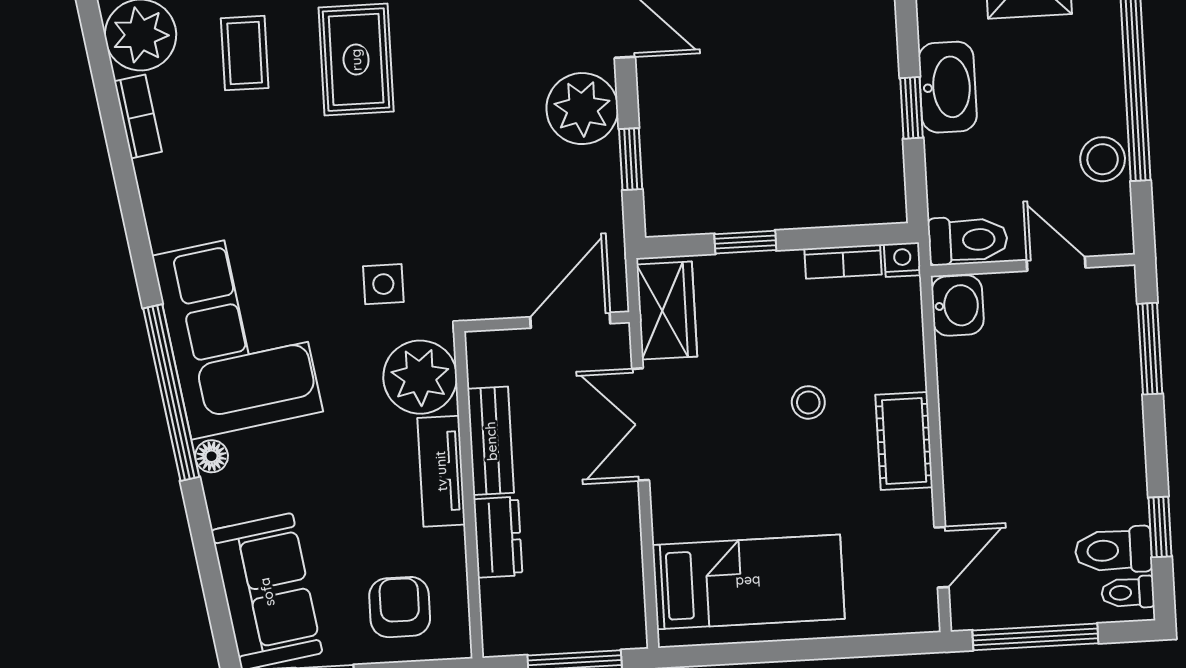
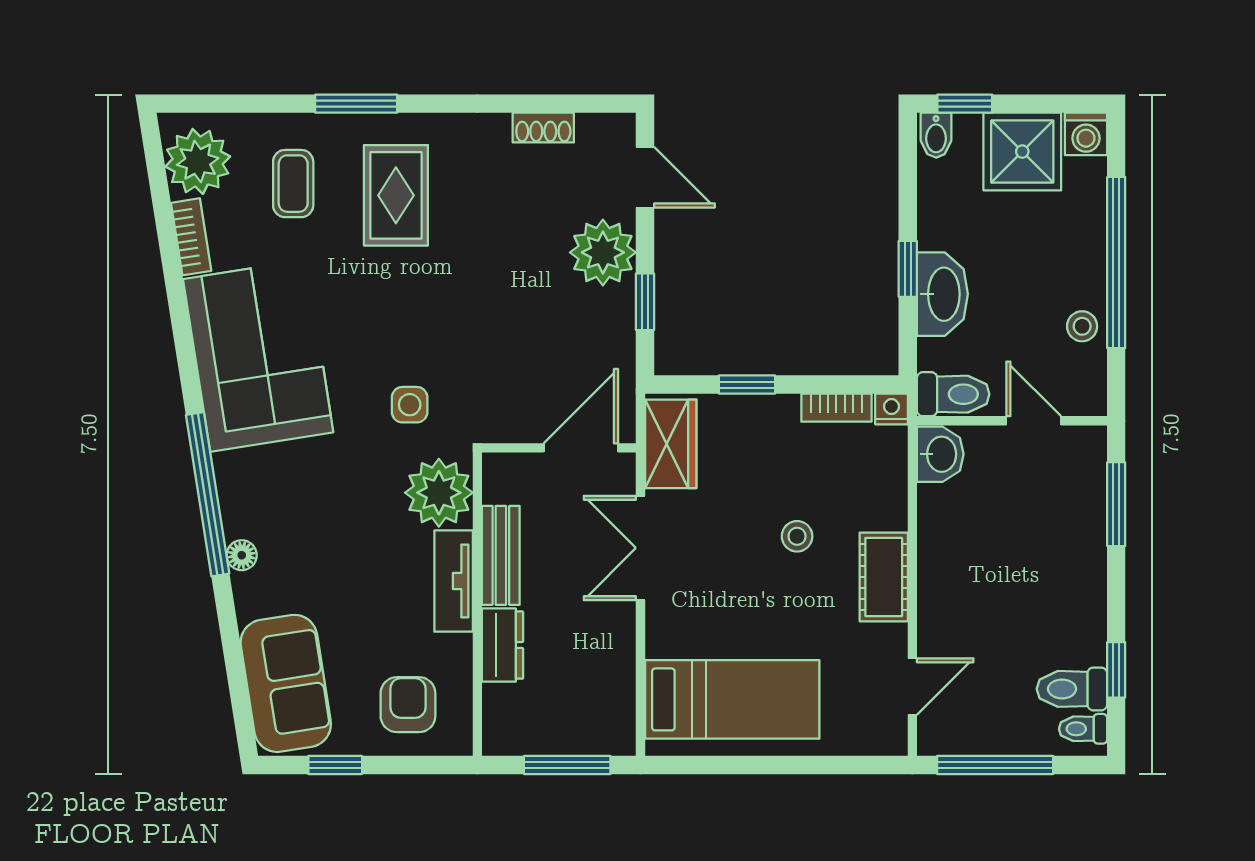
washbasin: (948, 87) -> (942, 294), moved
stool: (1103, 159) -> (1082, 326), width x0.73, depth x0.73
corner sofa: (237, 334) -> (258, 356), moved

